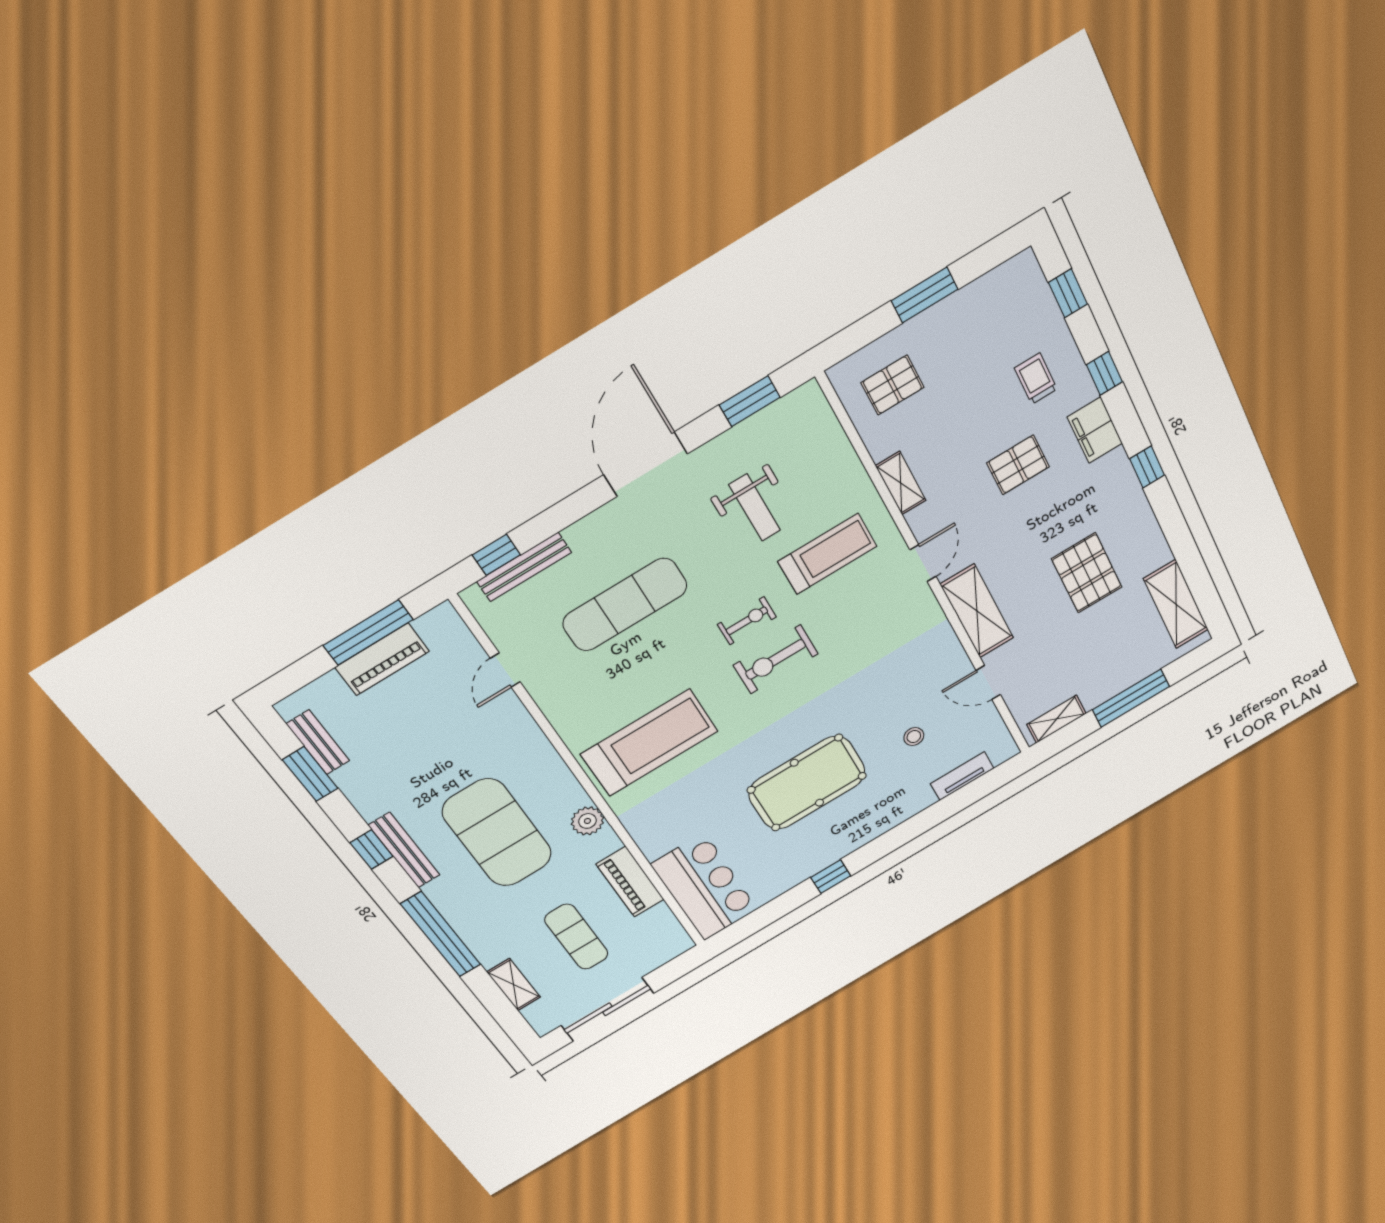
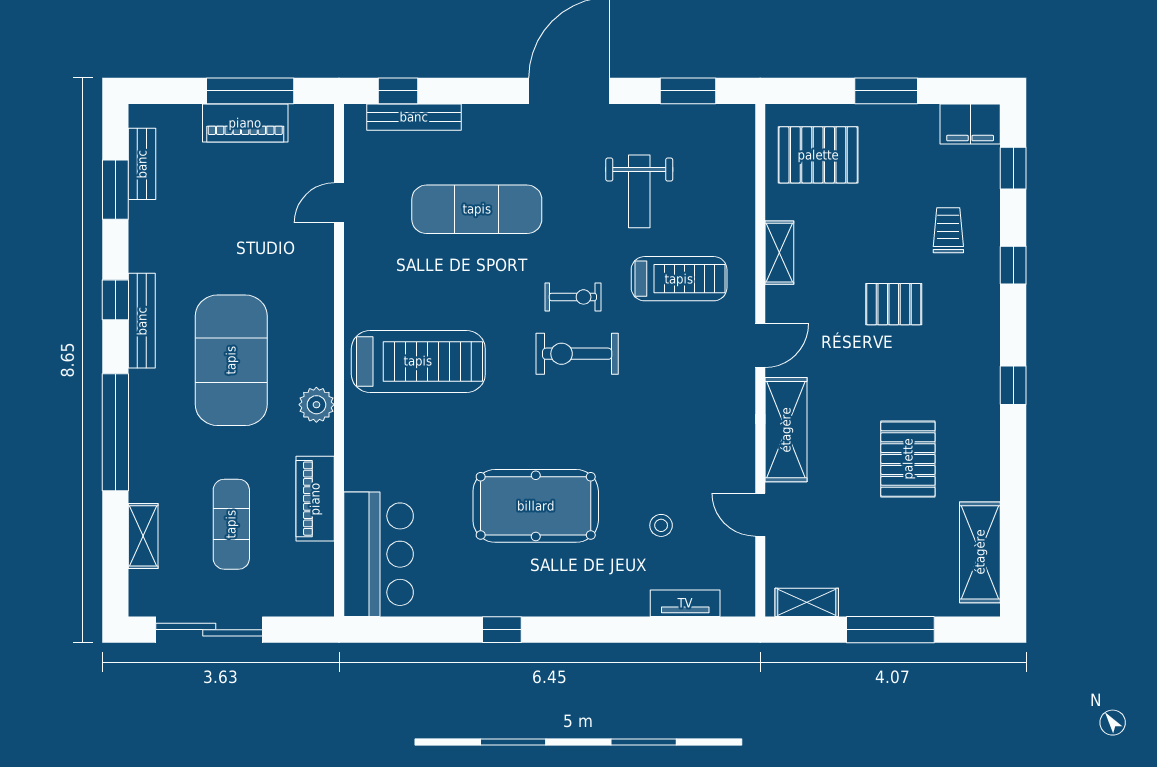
pallet: (893, 385) -> (818, 155), width x1.50, depth x1.42
filing cabinet: (1095, 430) -> (970, 124), moved, turned -90

